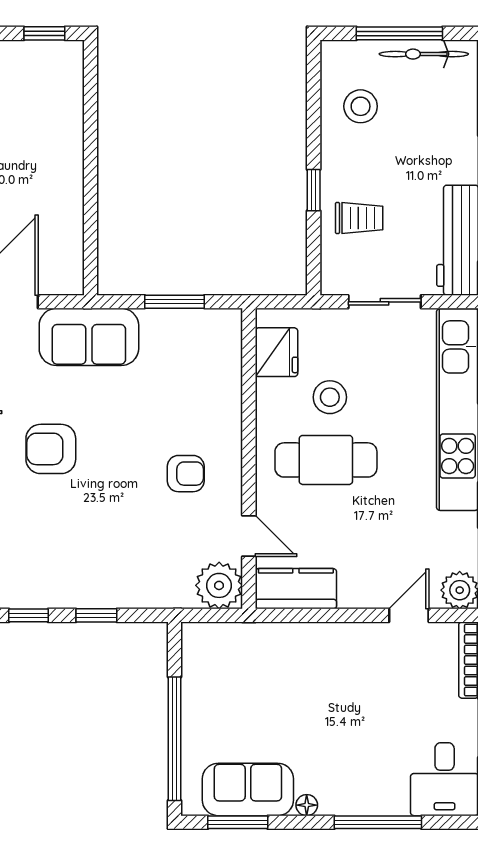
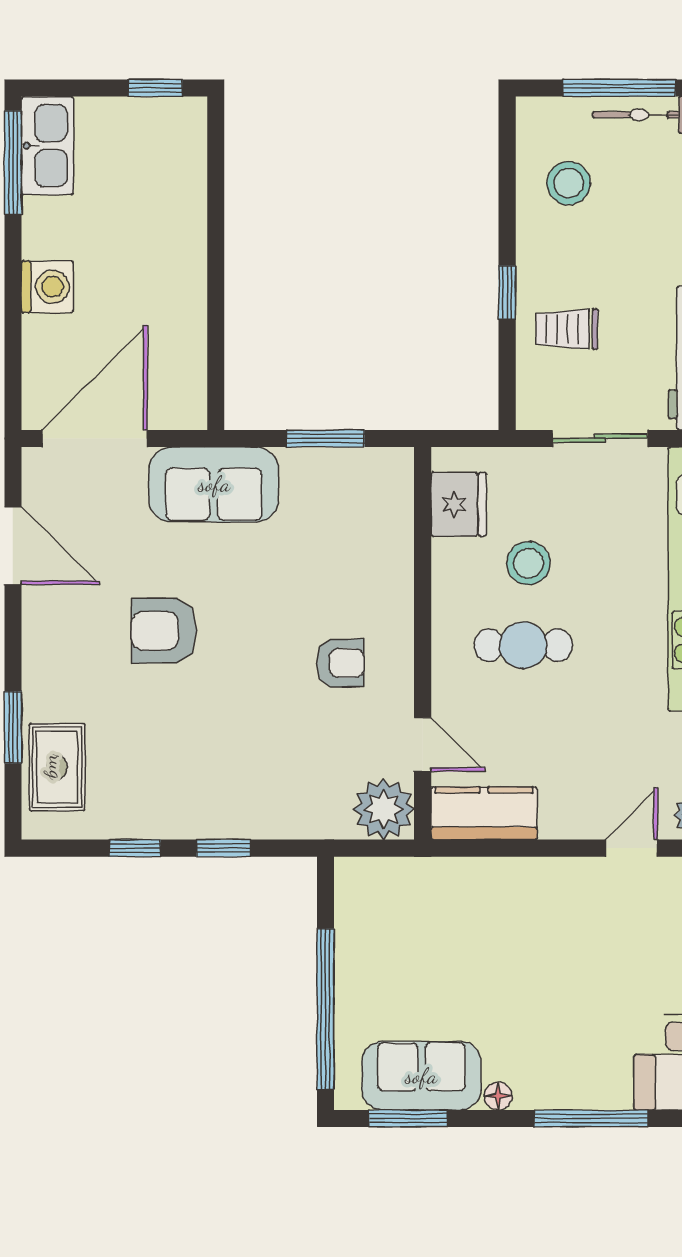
trolley: (359, 218) -> (567, 329), turned 180
cafe table: (326, 460) -> (523, 645), width x0.73, depth x0.74

